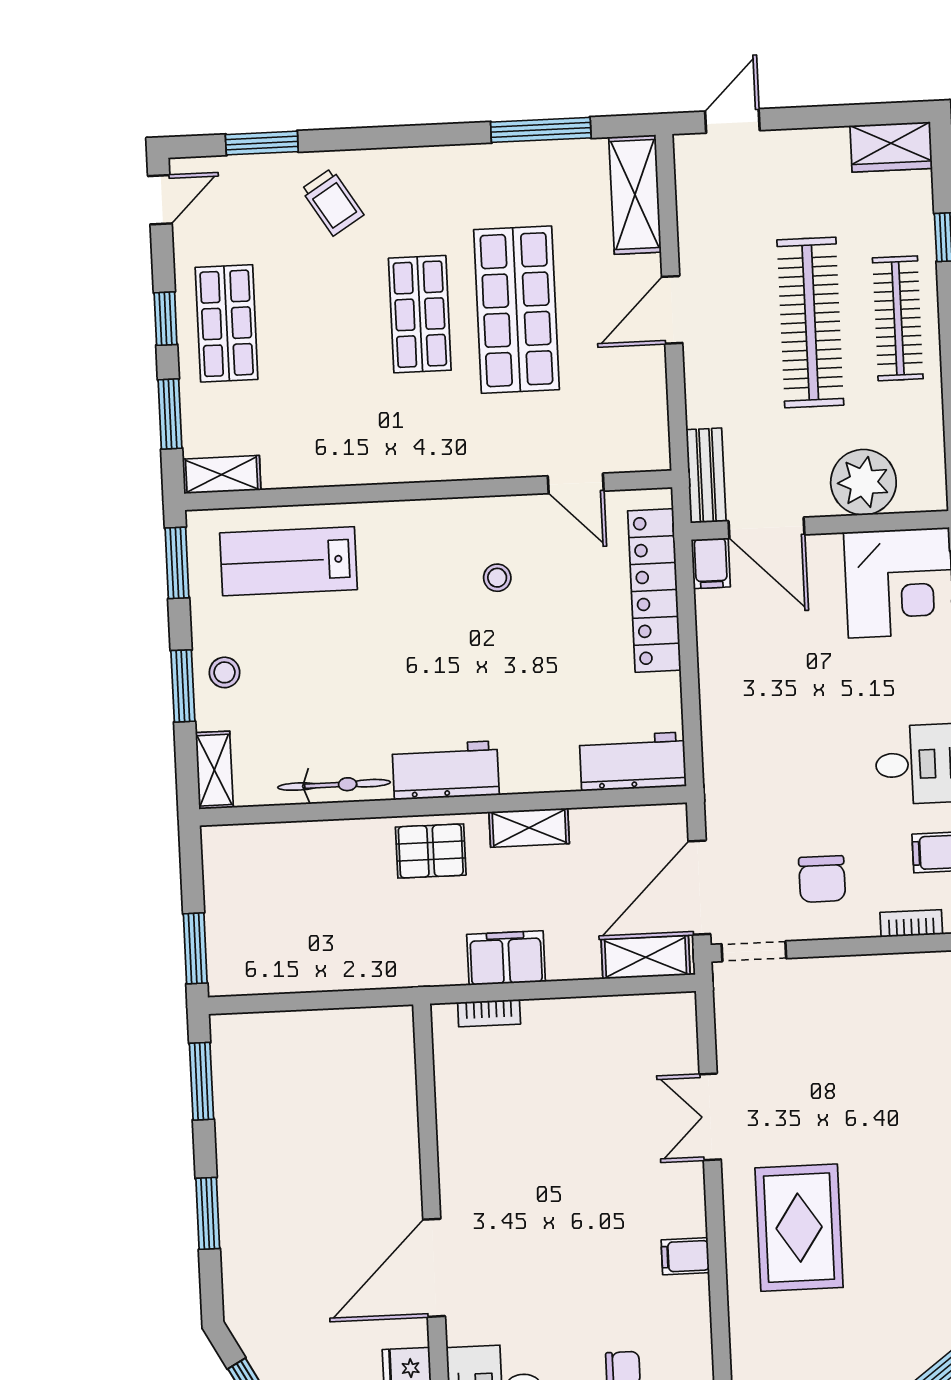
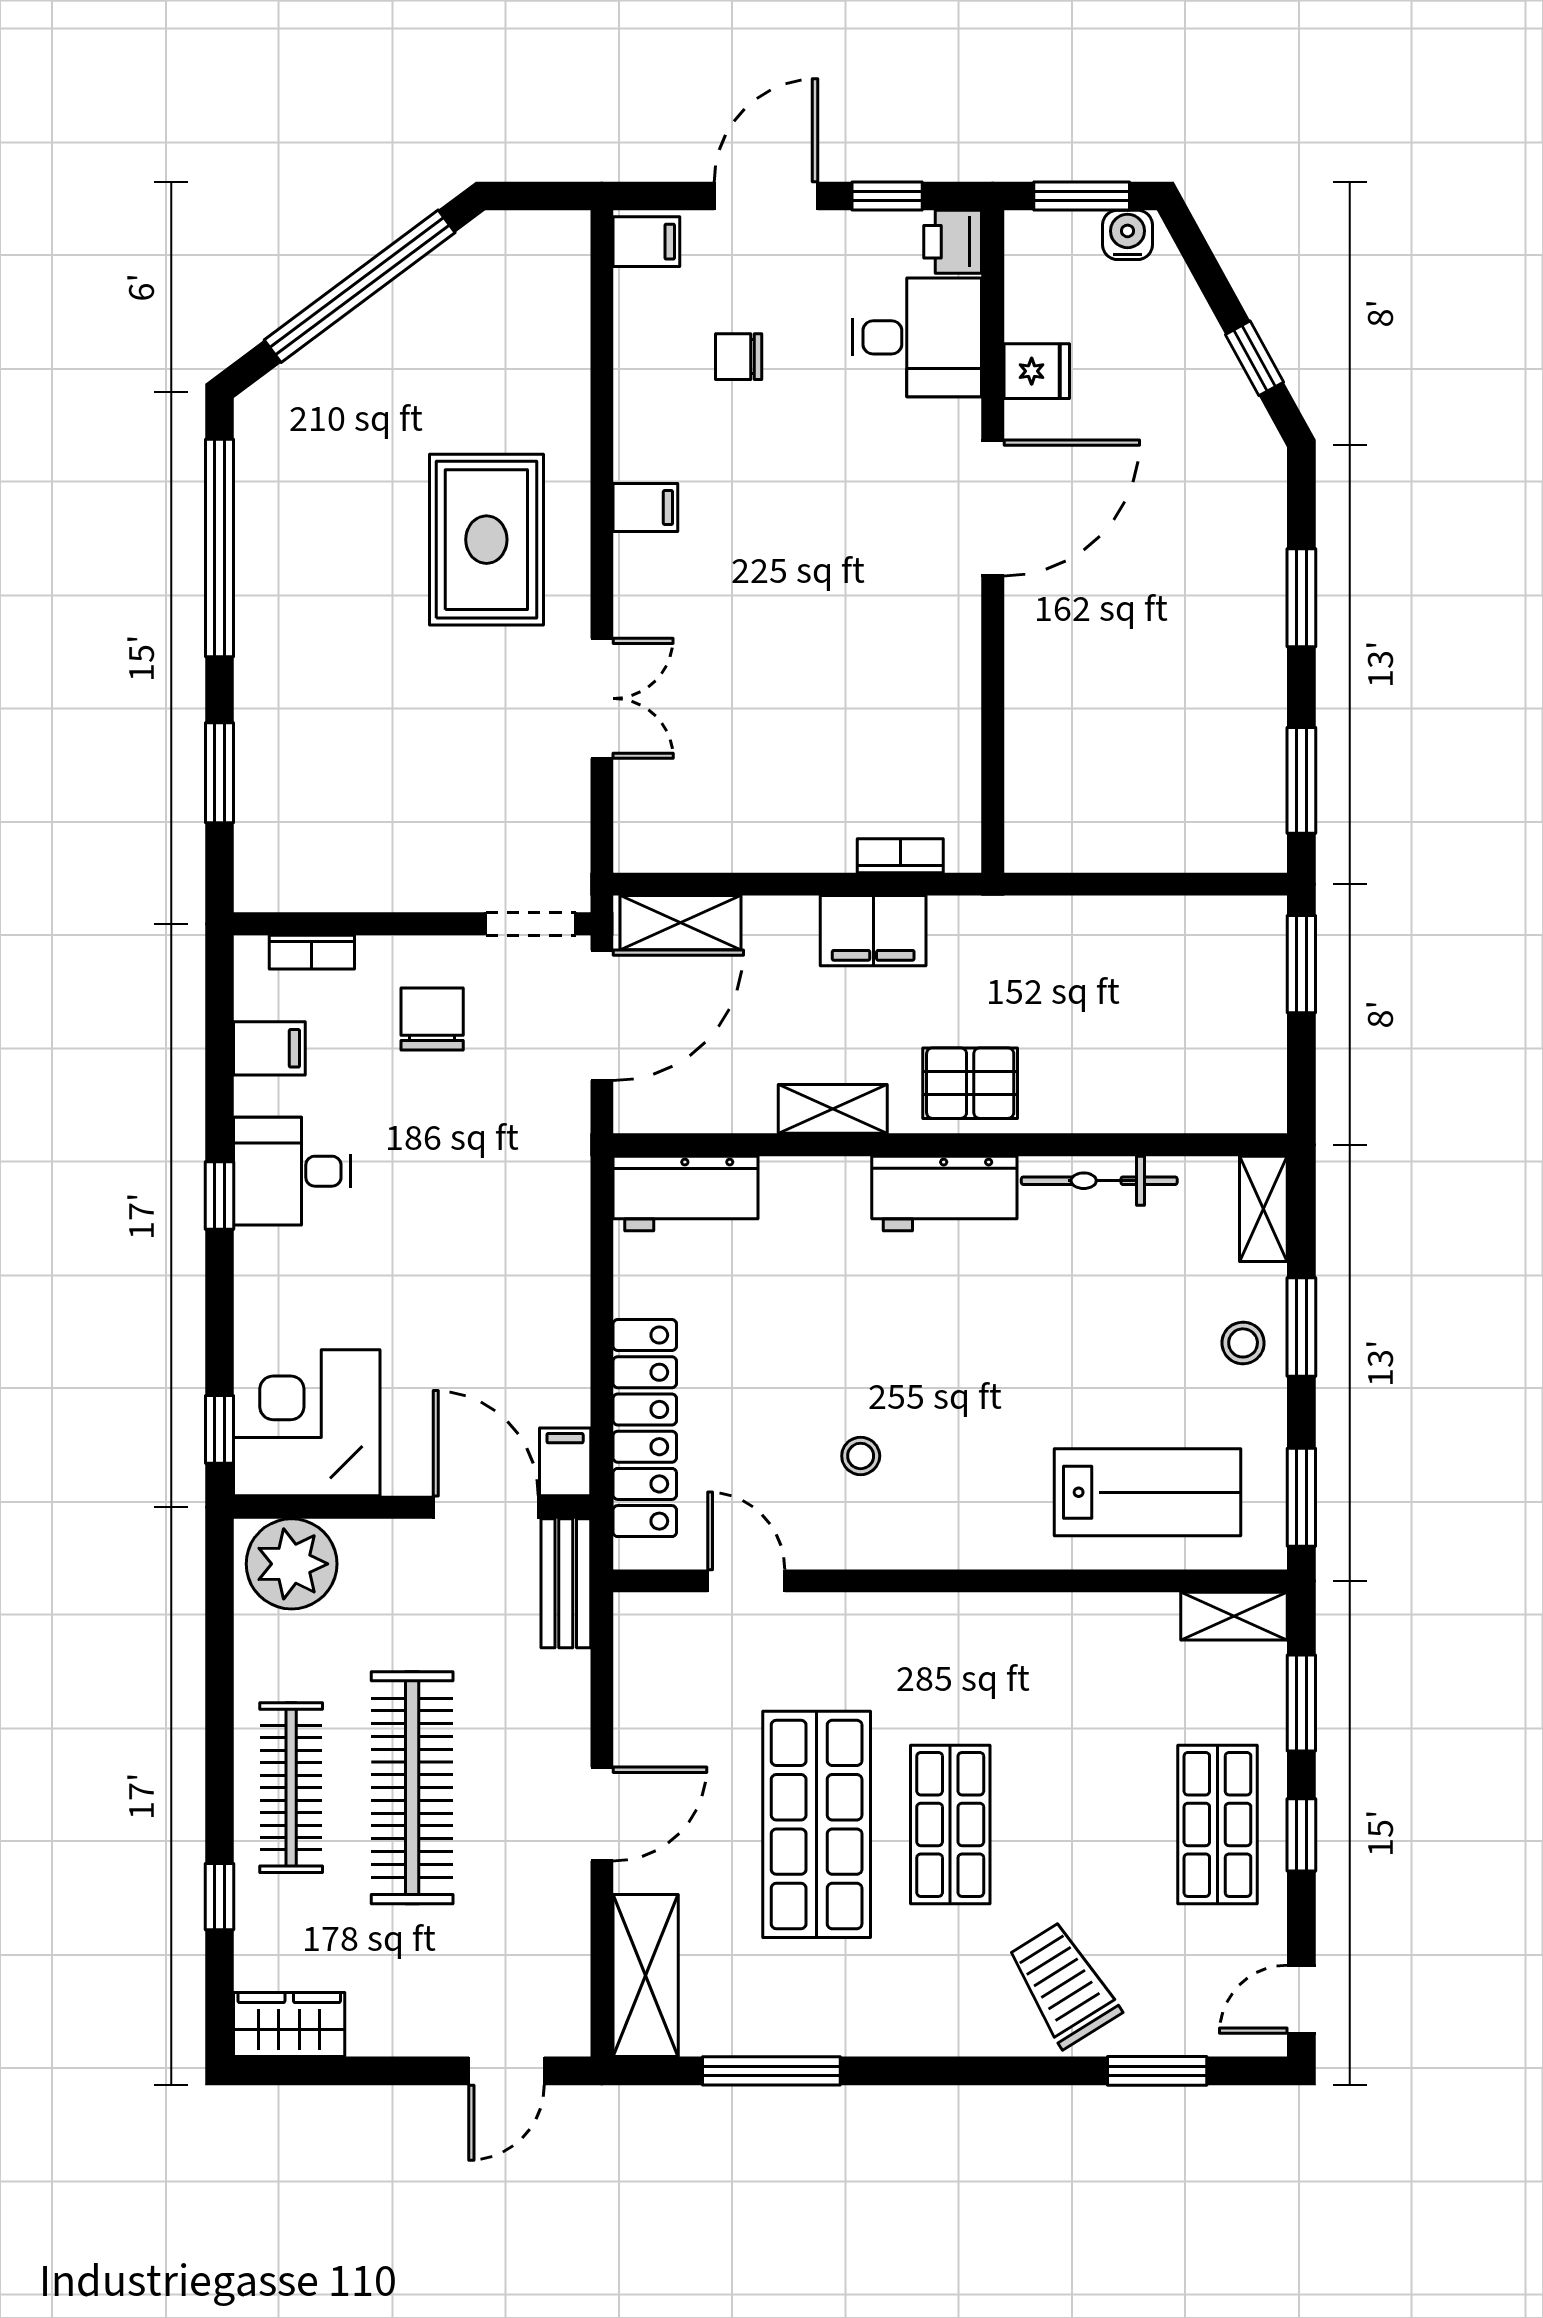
trolley: (332, 202) -> (1064, 1985), width x1.36, depth x1.39
plant: (863, 482) -> (292, 1564), moved

